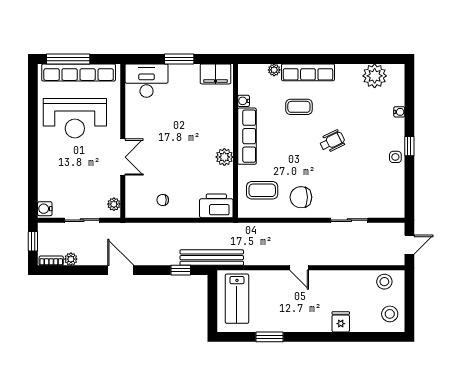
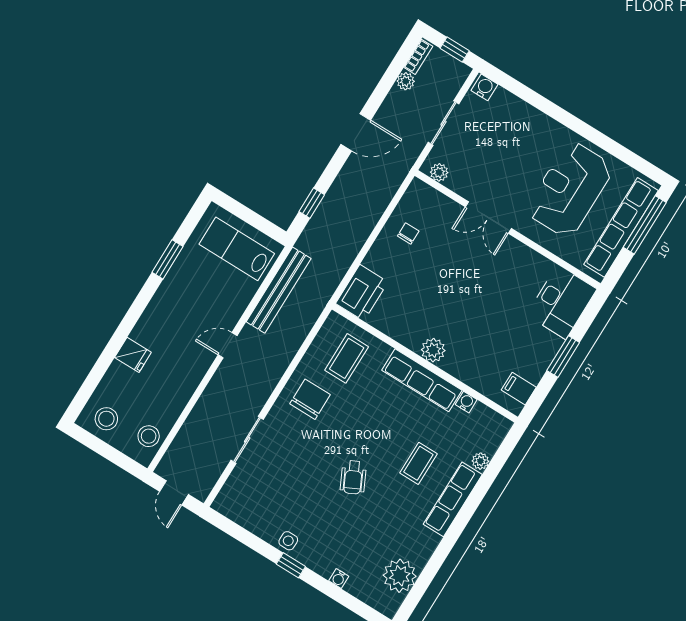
filing cabinet: (215, 74) -> (519, 389), width x0.50
plant: (224, 157) -> (433, 350), moved
bench: (212, 258) -> (279, 290), moved

